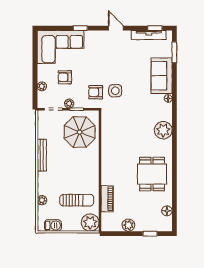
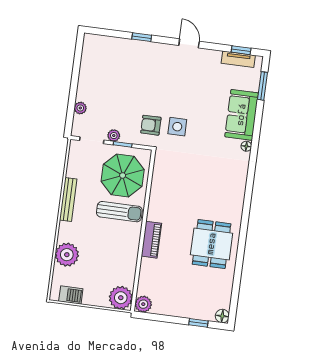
tv unit: (149, 35) -> (238, 59), width x0.71
corner sofa: (61, 47) -> (112, 59), removed
armchair: (65, 77) -> (113, 100), removed
plant: (163, 130) -> (234, 188), removed
piano: (107, 199) -> (151, 240), moved
plant: (42, 200) -> (67, 255), width x1.88, depth x1.88
sun lounger: (77, 200) -> (119, 212), moved
floor lamp: (167, 211) -> (222, 316), moved
plant: (128, 225) -> (143, 304), moved

